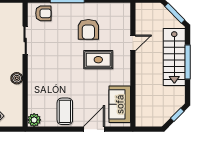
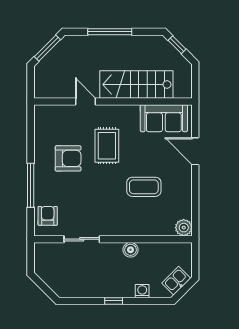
stairs: (174, 57) -> (136, 85), moved, turned 180
coffee table: (65, 111) -> (144, 187), moved

